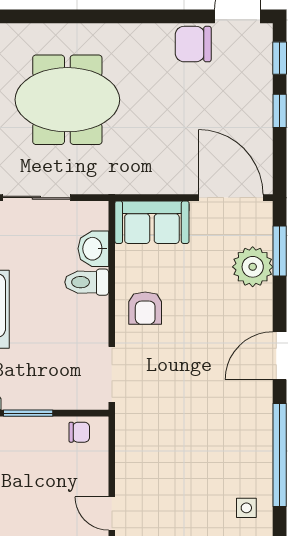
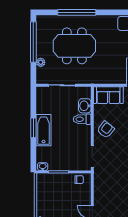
window: (73, 16) -> (77, 12), added
armchair: (145, 308) -> (106, 130), turned -142

